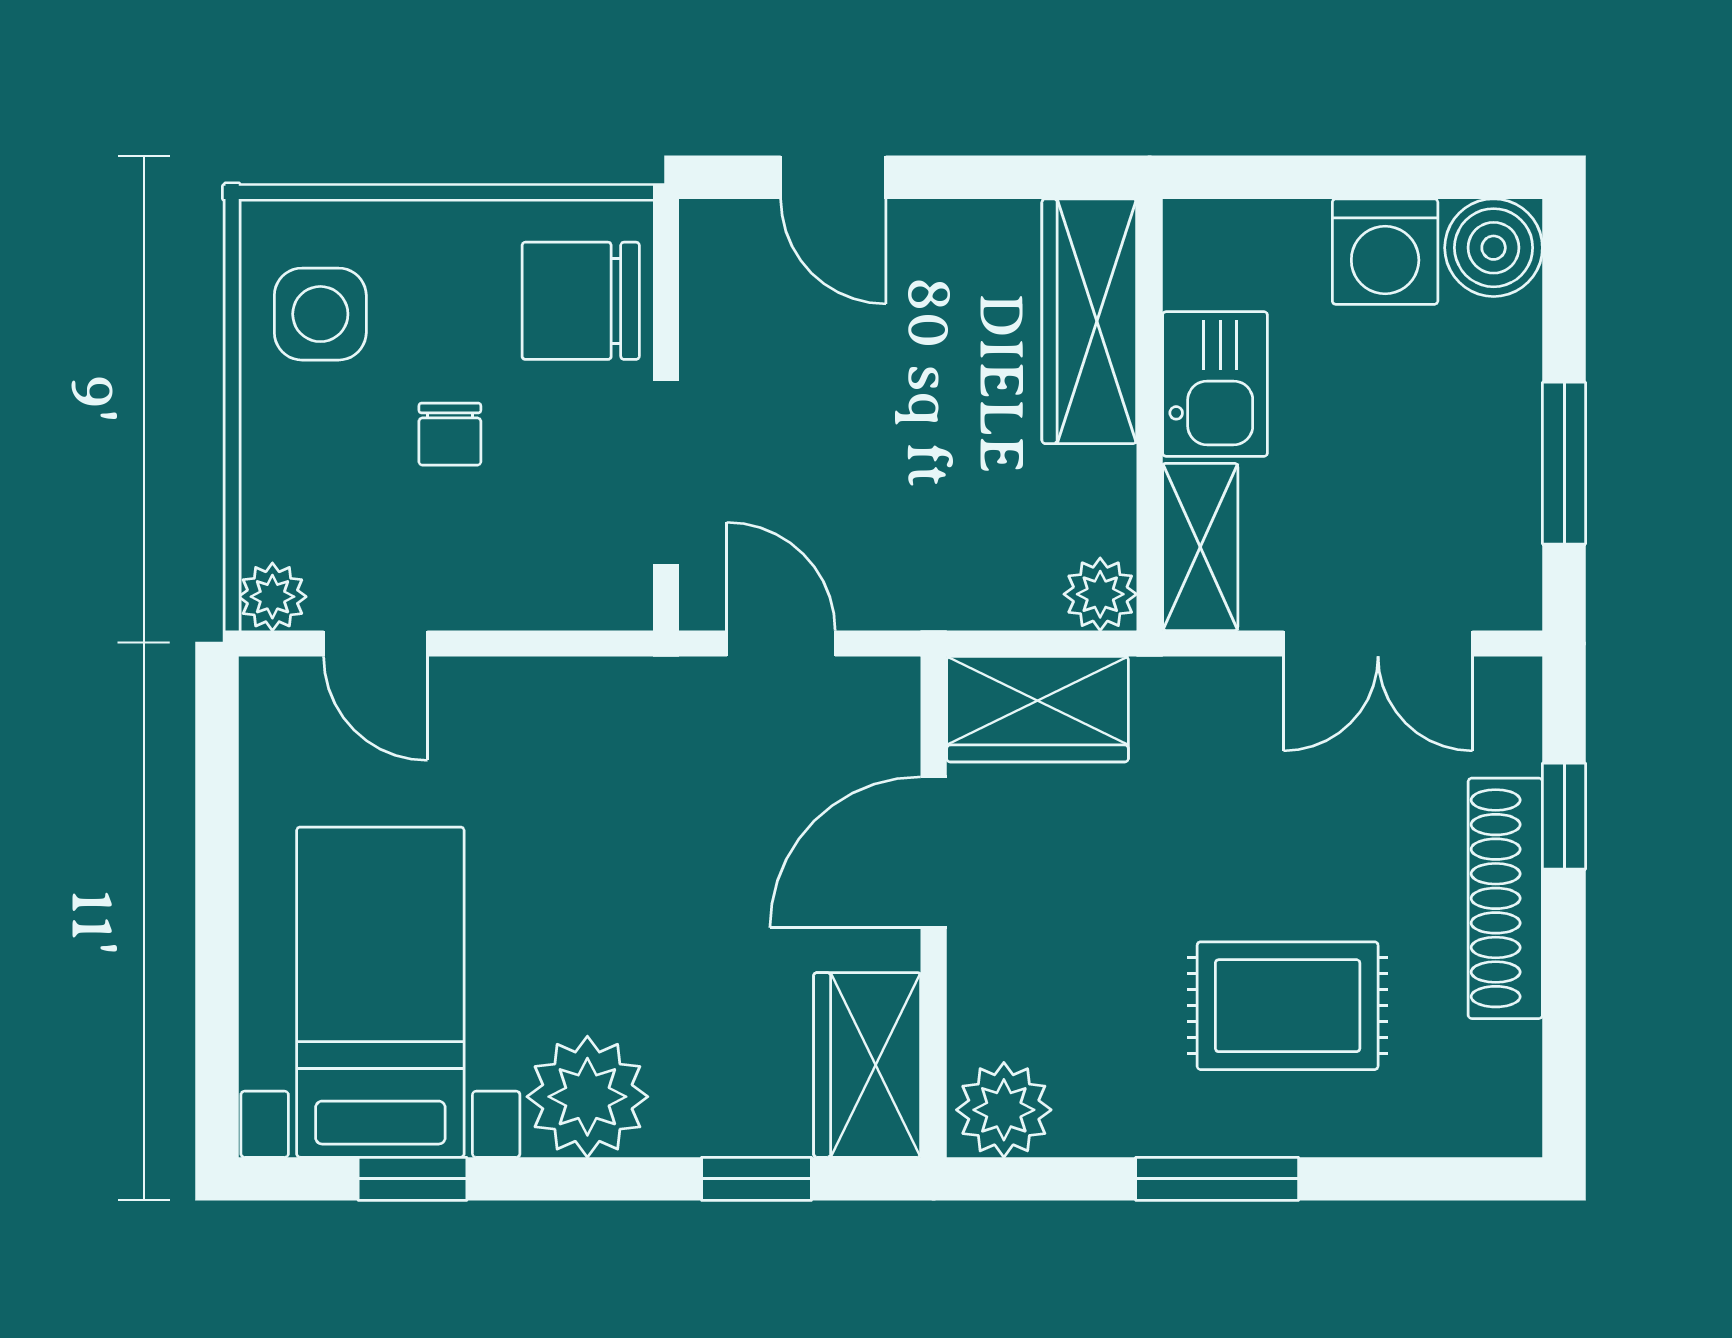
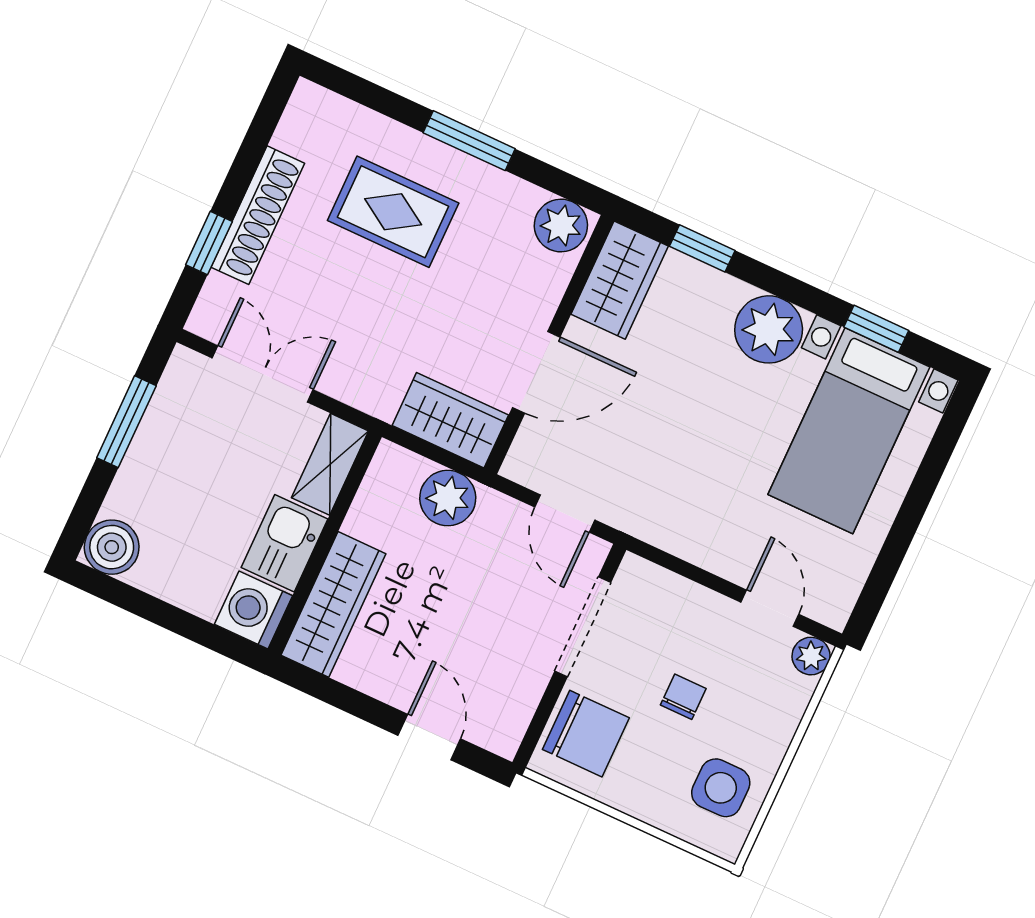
washing machine: (1385, 252) -> (253, 610), moved, turned -90
plant: (1100, 594) -> (448, 498), moved, width x1.38, depth x1.38

